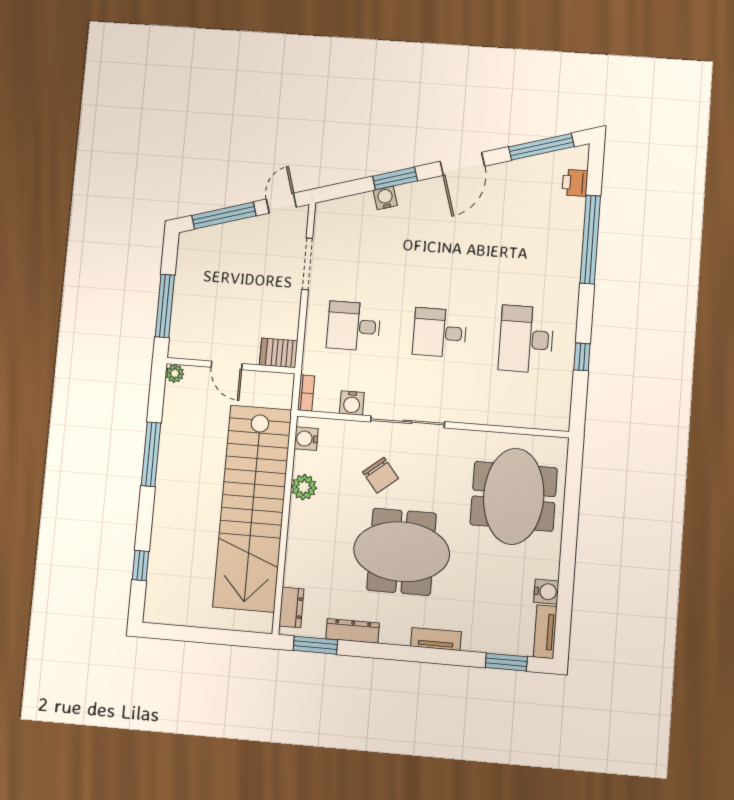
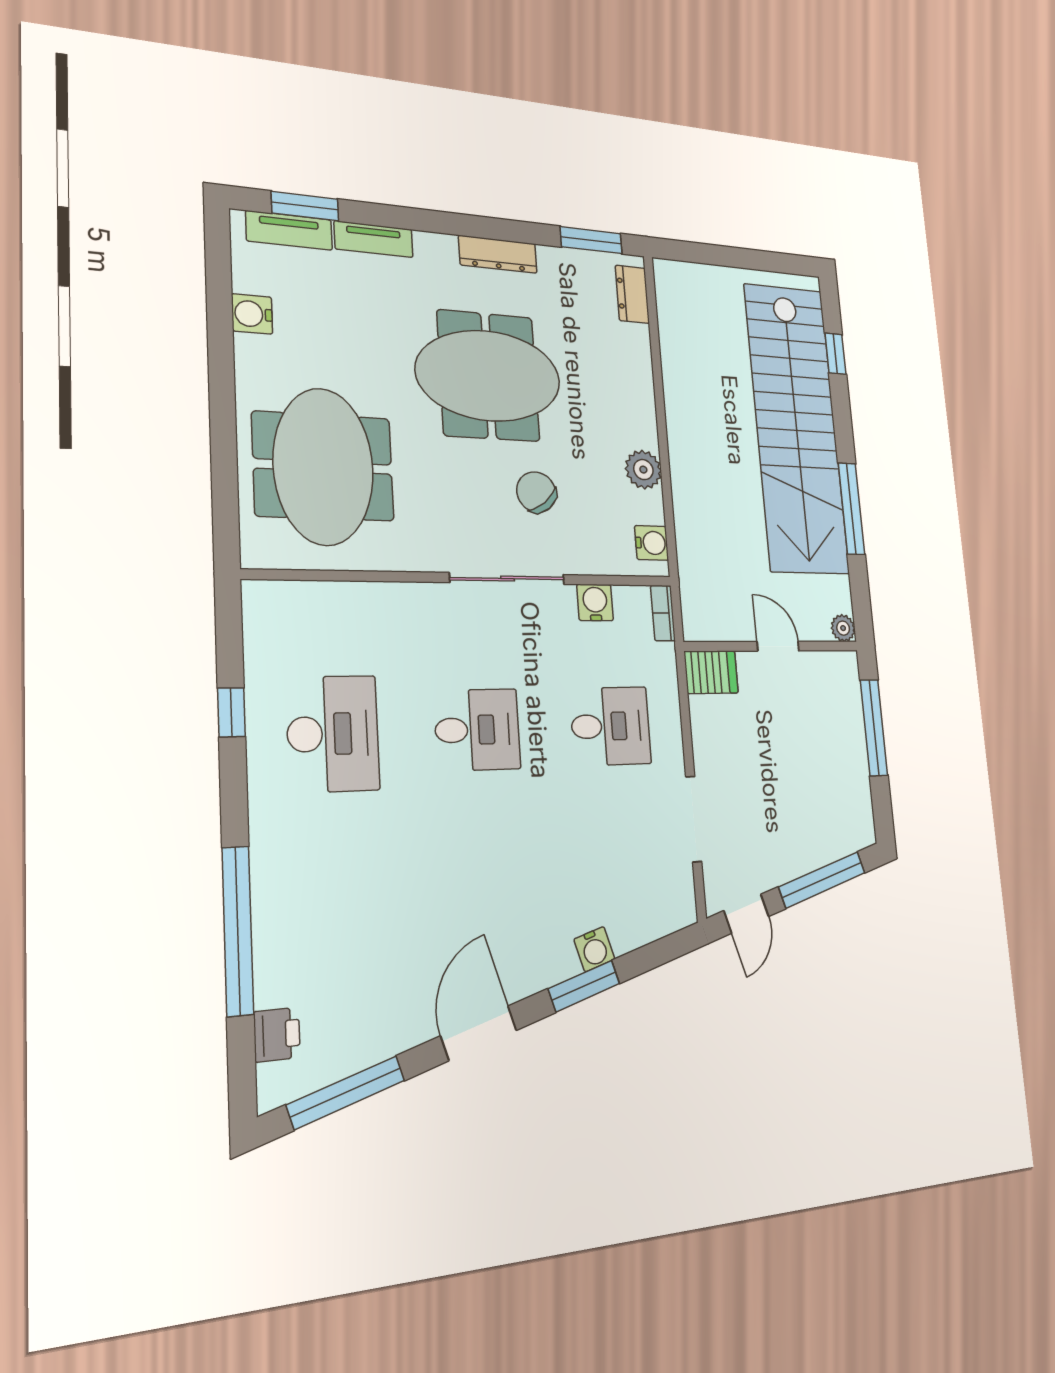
stairs: (252, 508) -> (796, 428), moved, turned 180
dresser: (353, 631) -> (498, 254), moved
tv unit: (545, 632) -> (289, 230), moved, turned 90
tv unit: (436, 639) -> (374, 239), moved

